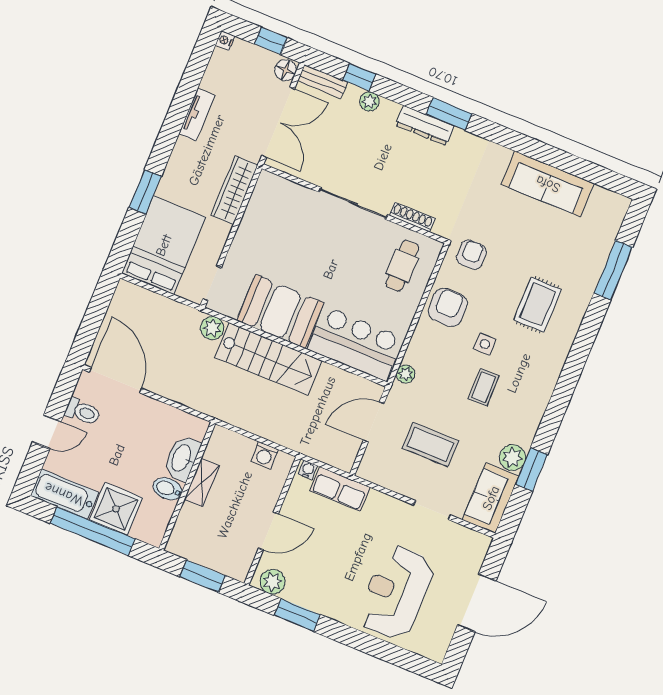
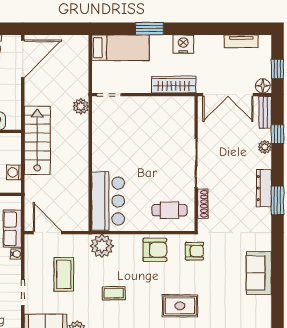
nightstand: (225, 40) -> (183, 44), moved, width x1.89, depth x1.79
tv unit: (197, 115) -> (241, 41), moved
sofa: (548, 184) -> (259, 273), width x0.73
bed: (164, 245) -> (120, 48), width x0.67
booth: (280, 312) -> (109, 145), removed
side table: (485, 344) -> (141, 283), removed
stairs: (268, 359) -> (37, 140), moved, turned 180
plant: (406, 374) -> (102, 246), width x1.88, depth x1.88
door: (374, 422) -> (47, 233), moved
water cooler: (308, 470) -> (16, 254), moved

